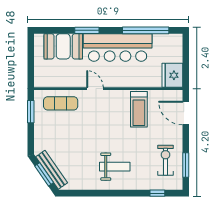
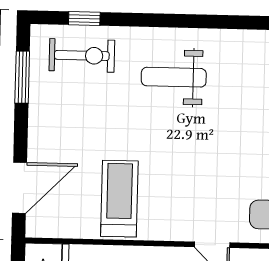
door: (186, 113) -> (20, 188), hinge flipped
exercise bike: (165, 160) -> (82, 55), moved, turned -90

